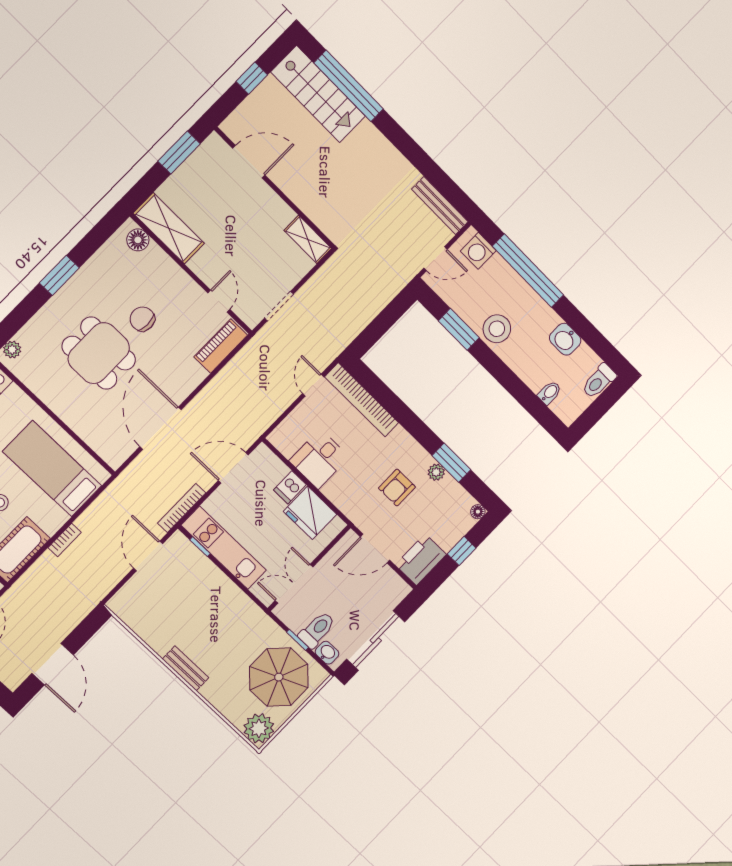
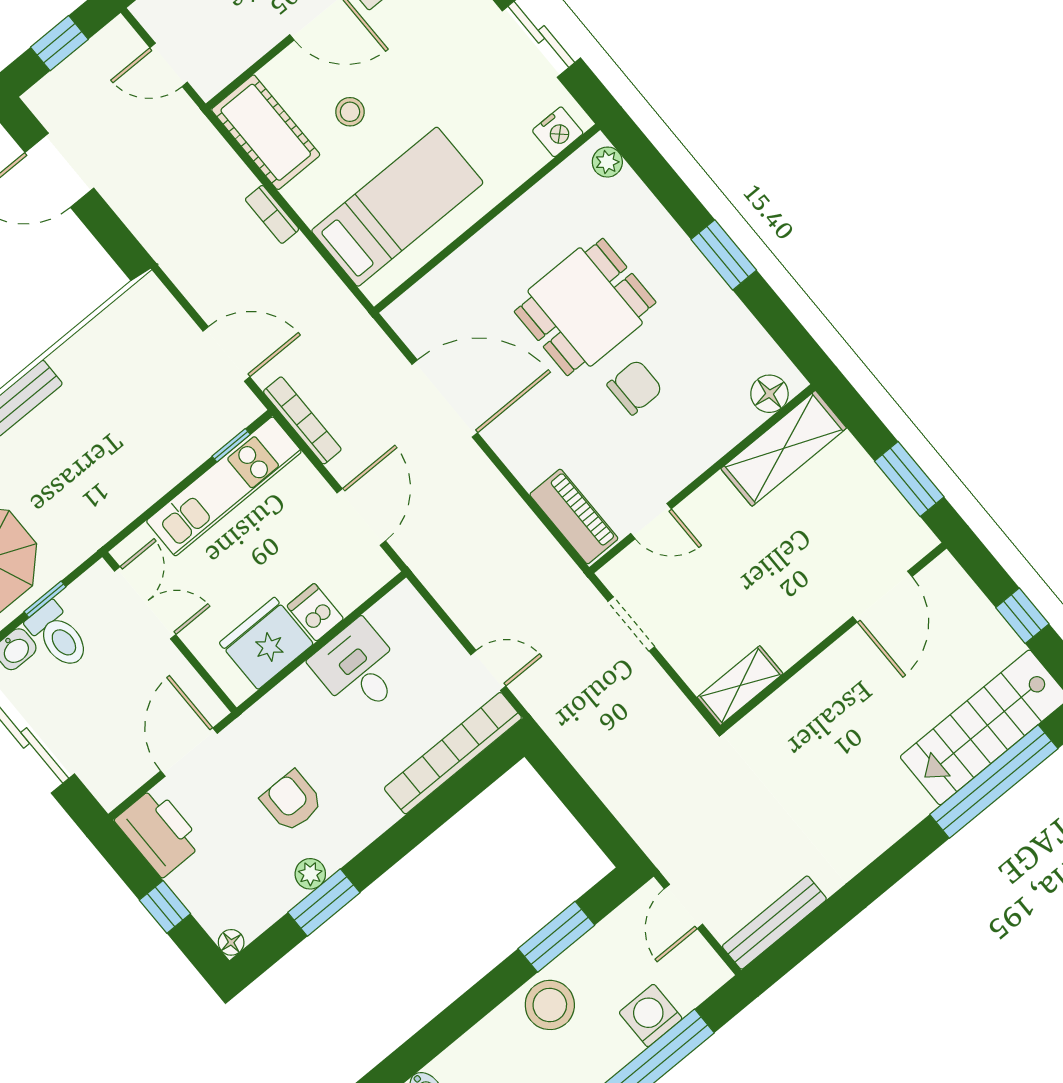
washing machine: (478, 251) -> (651, 1016), moved

